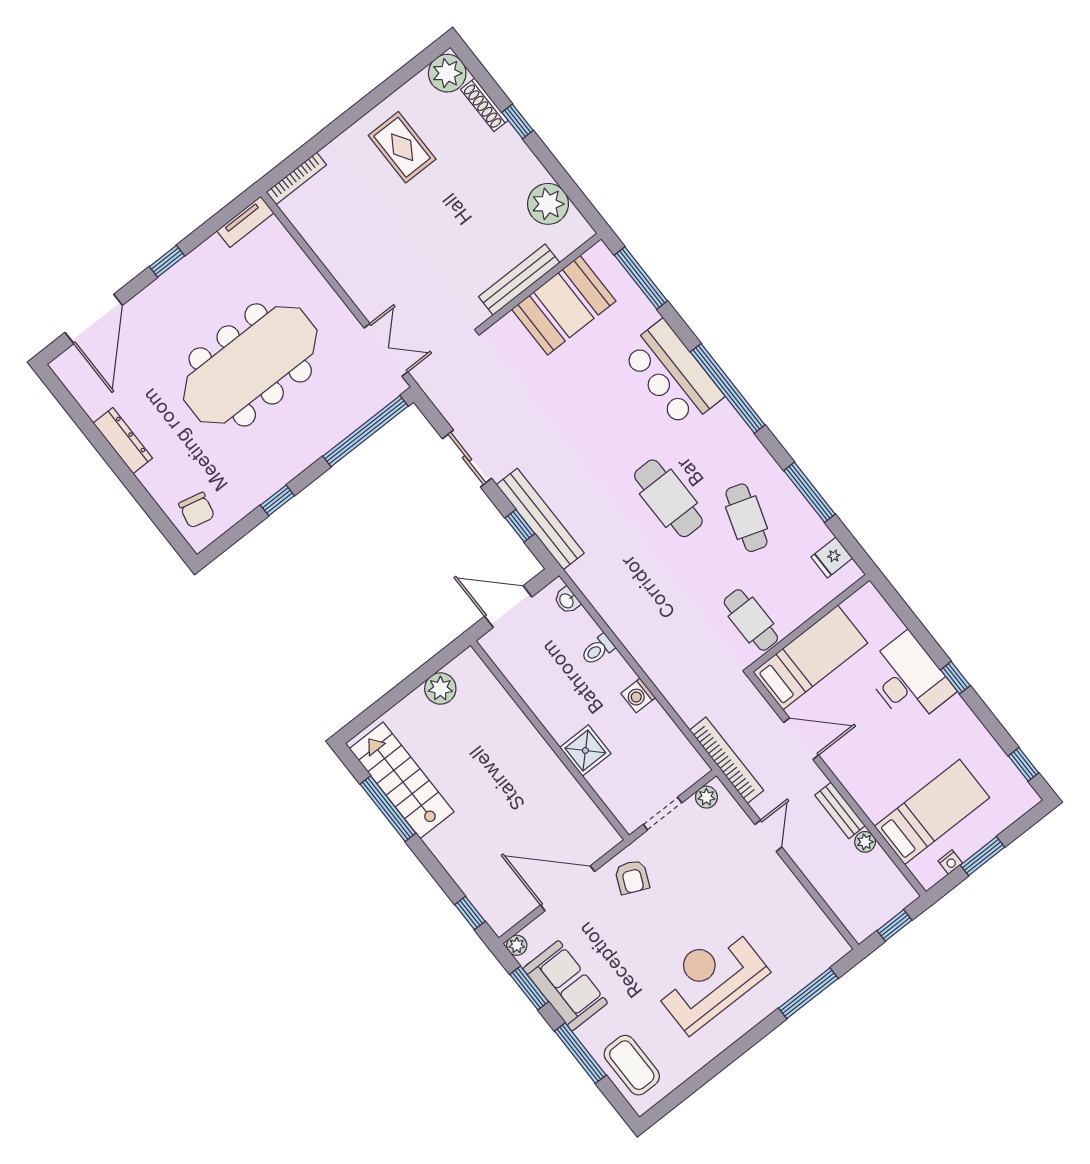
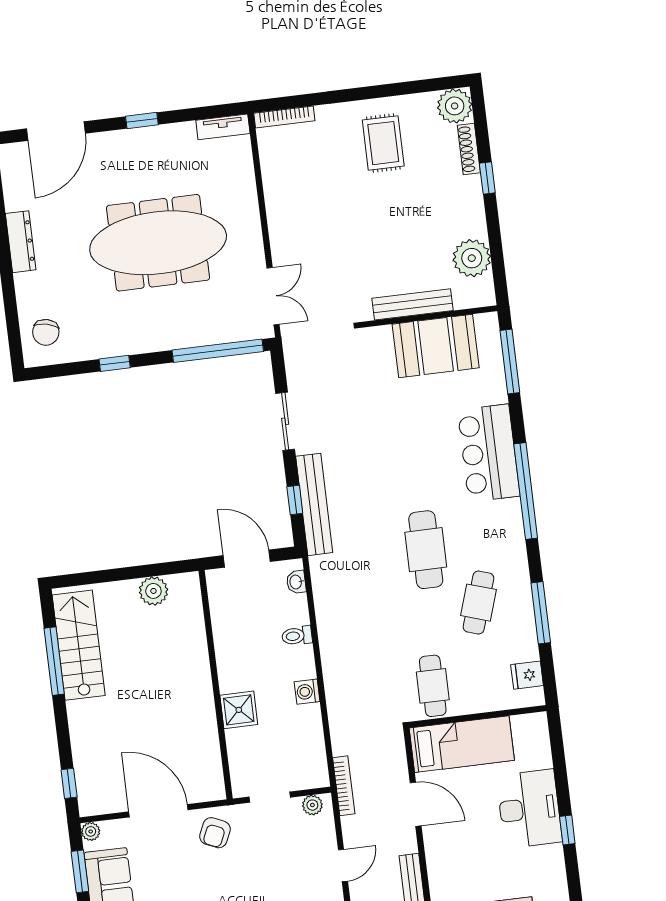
bookcase: (727, 760) -> (344, 786), width x0.68, depth x0.76

